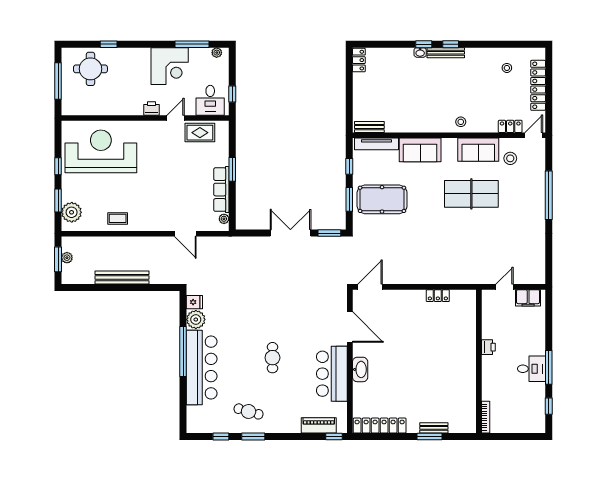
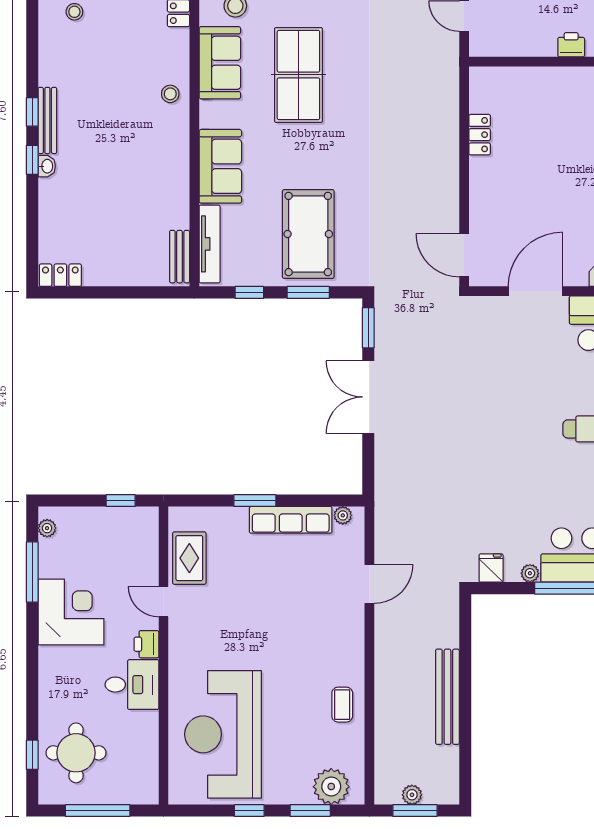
window: (109, 44) -> (32, 755), moved
desk: (210, 100) -> (132, 685), moved
plant: (196, 320) -> (530, 573), width x0.53, depth x0.53

